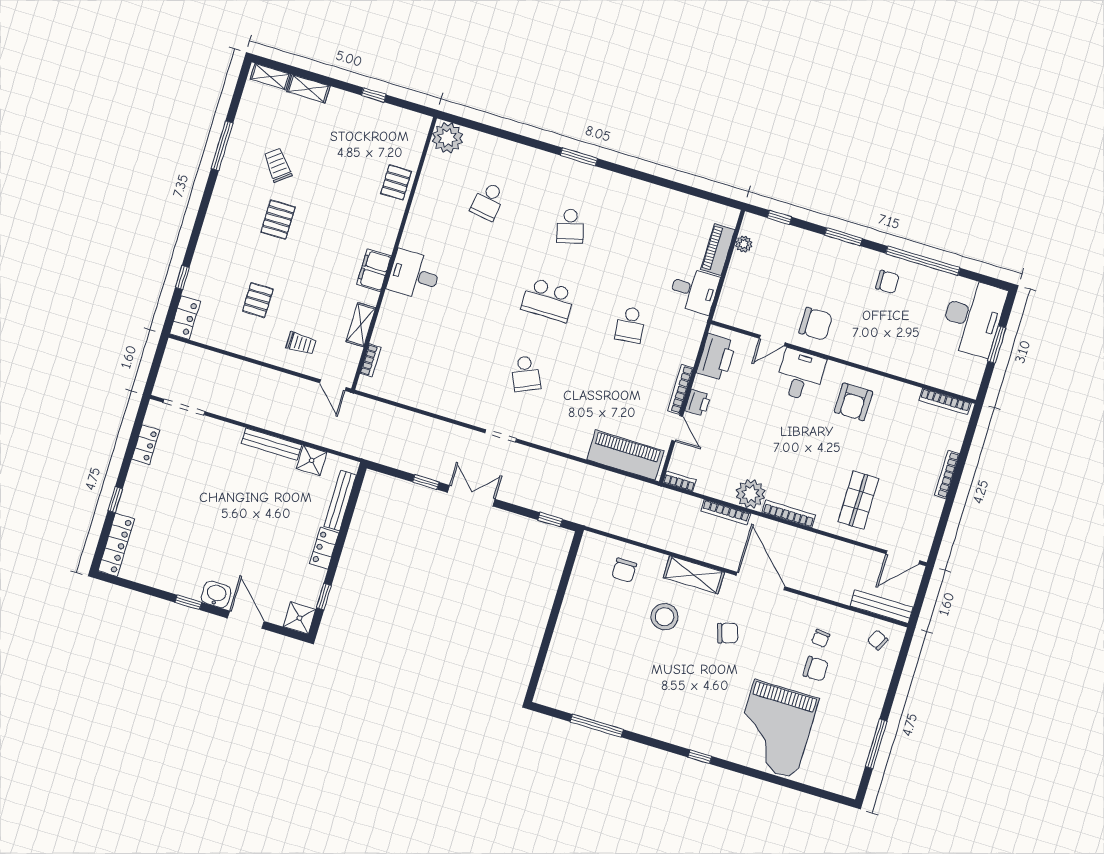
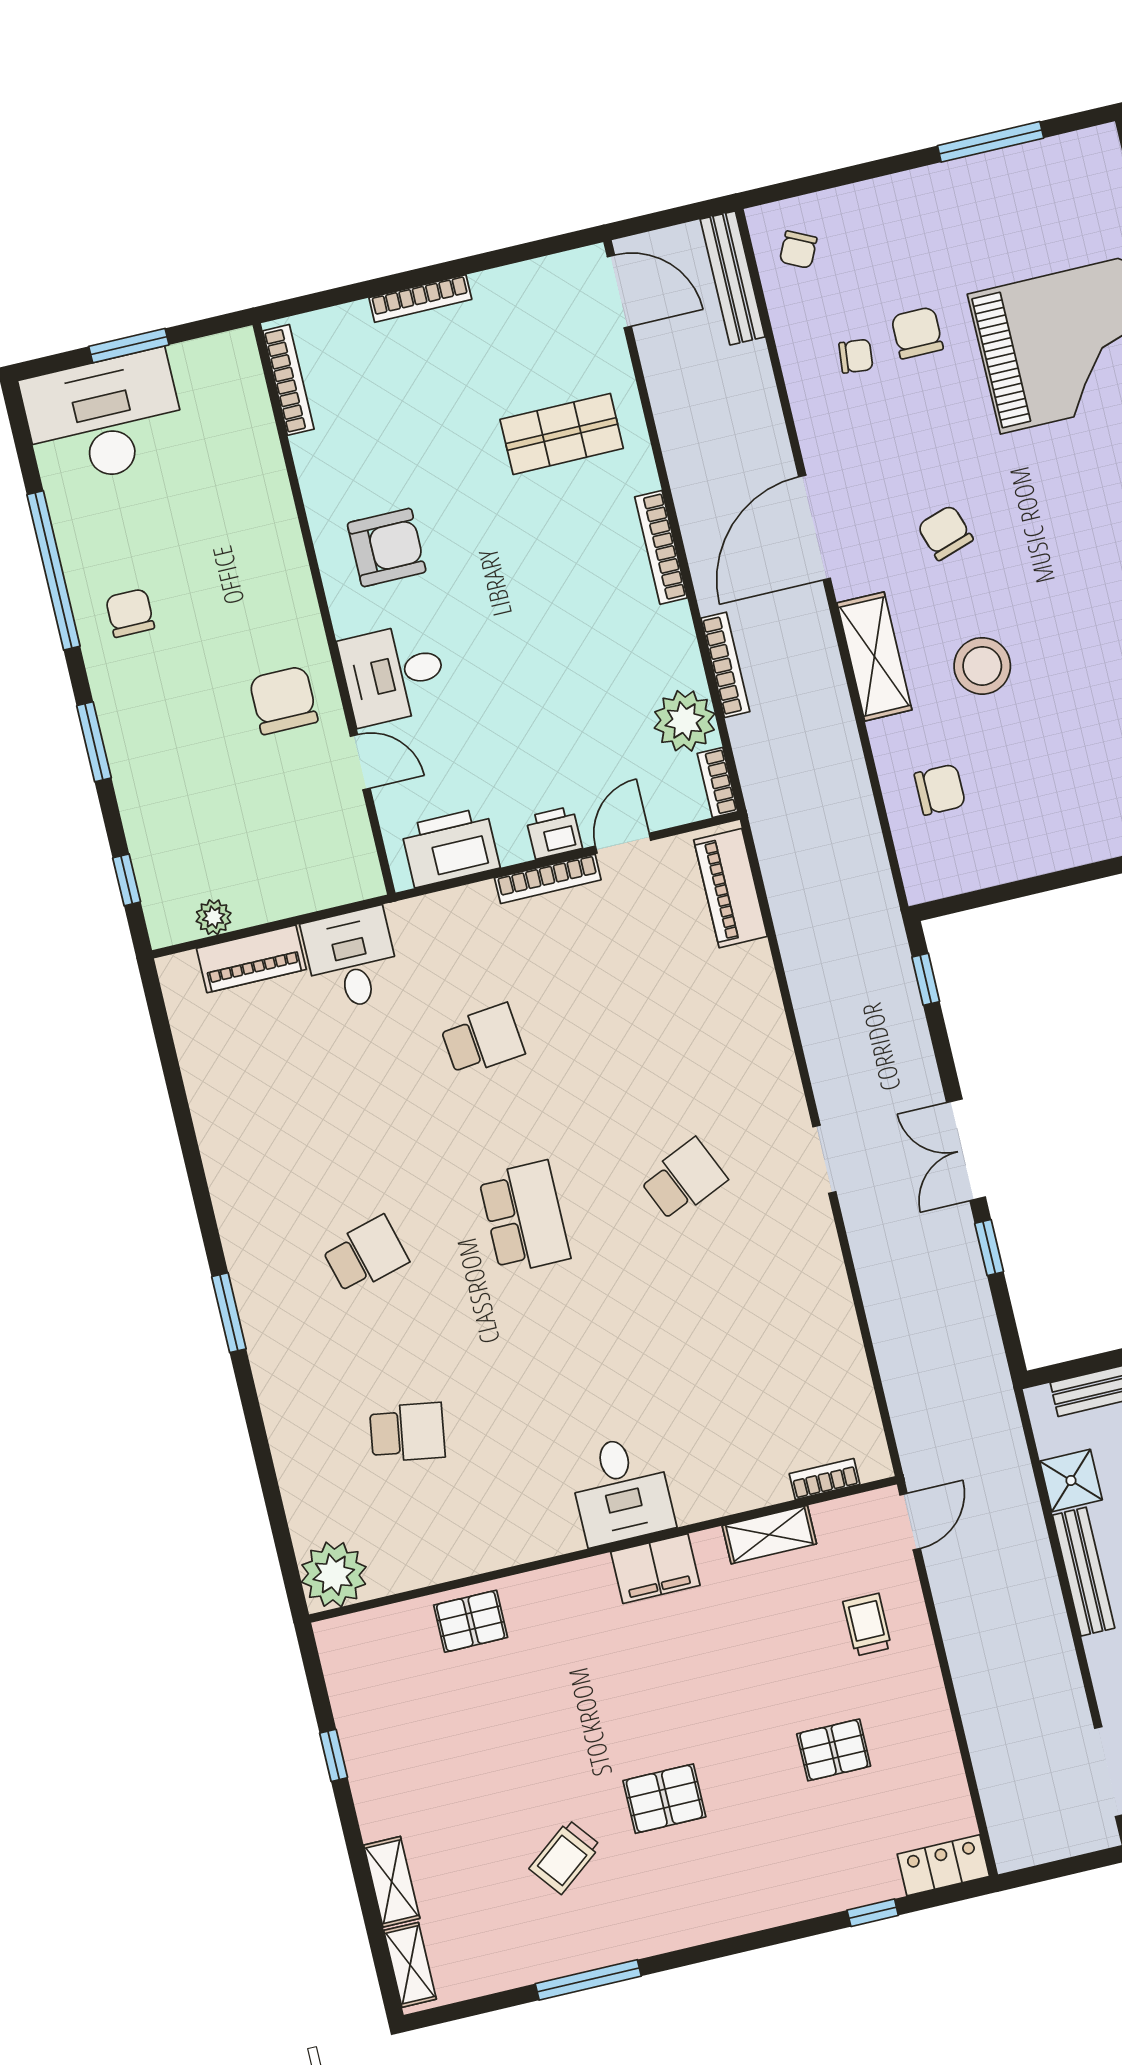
piano: (625, 455) -> (731, 888), width x0.73, depth x0.75
plant: (751, 494) -> (684, 721), moved

